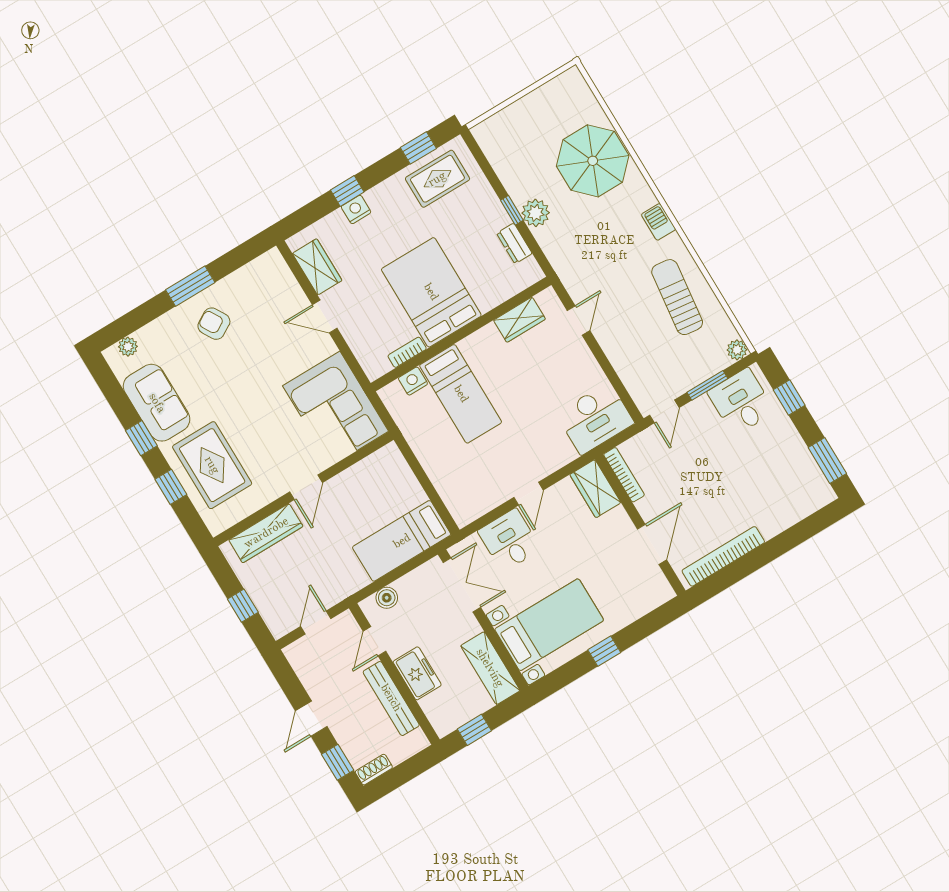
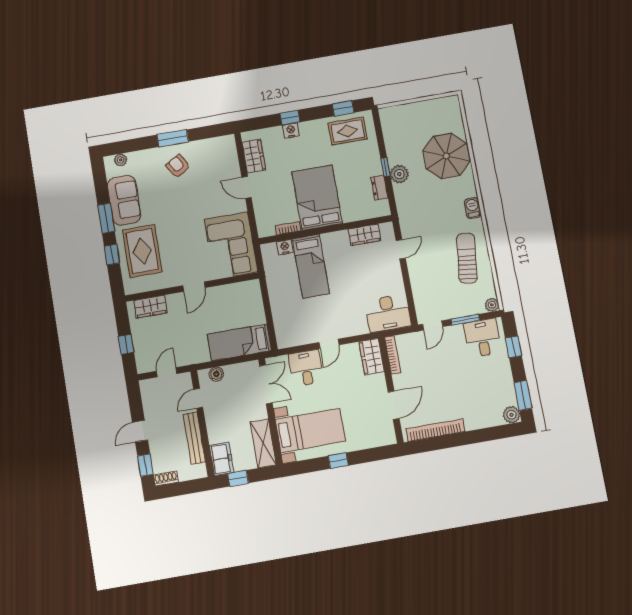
window: (141, 438) -> (106, 218), width x1.50
plant: (821, 494) -> (512, 415), added
wardrobe: (266, 533) -> (150, 307), width x0.67
freezer: (417, 673) -> (222, 459), moved

